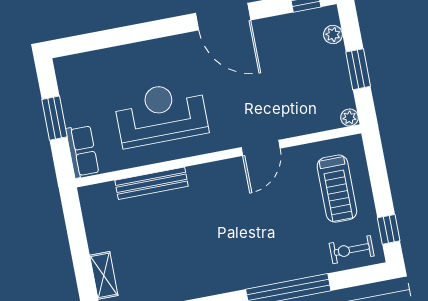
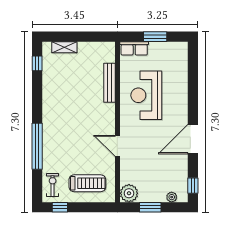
reception desk: (161, 114) -> (146, 95), turned 180
plant: (349, 118) -> (129, 193), width x1.87, depth x1.87
treadmill: (337, 189) -> (87, 183), turned 180

